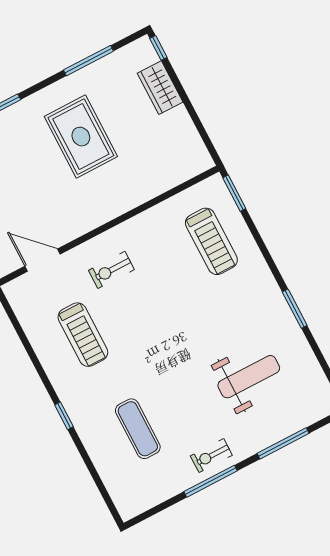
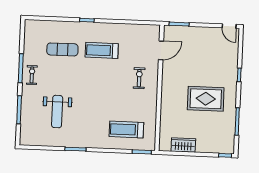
wardrobe: (160, 88) -> (183, 145), moved
treadmill: (83, 335) -> (102, 50), moved

